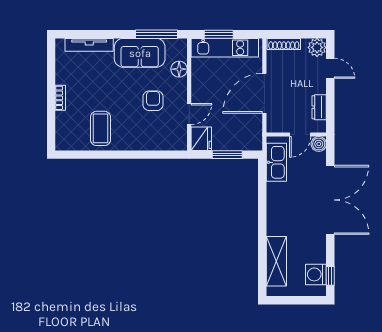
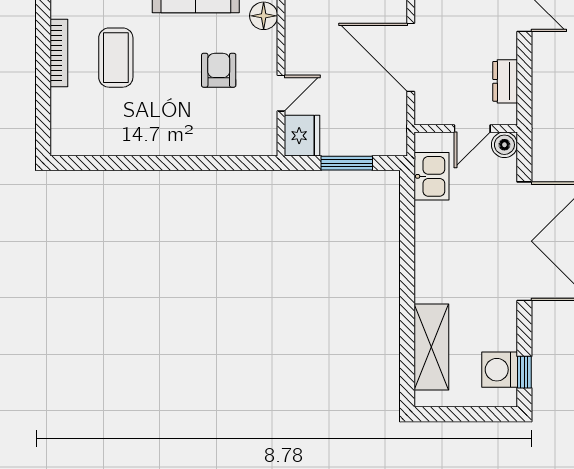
door: (264, 93) -> (411, 57), hinge flipped
bookcase: (60, 98) -> (59, 53), width x1.56
coffee table: (100, 128) -> (116, 58), moved
kitchen sink: (276, 162) -> (431, 176), width x0.73

